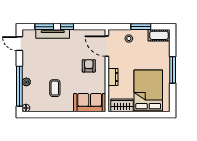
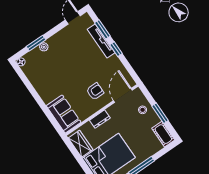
window: (19, 86) -> (36, 43), width x0.47
coffee table: (55, 88) -> (55, 75), removed

